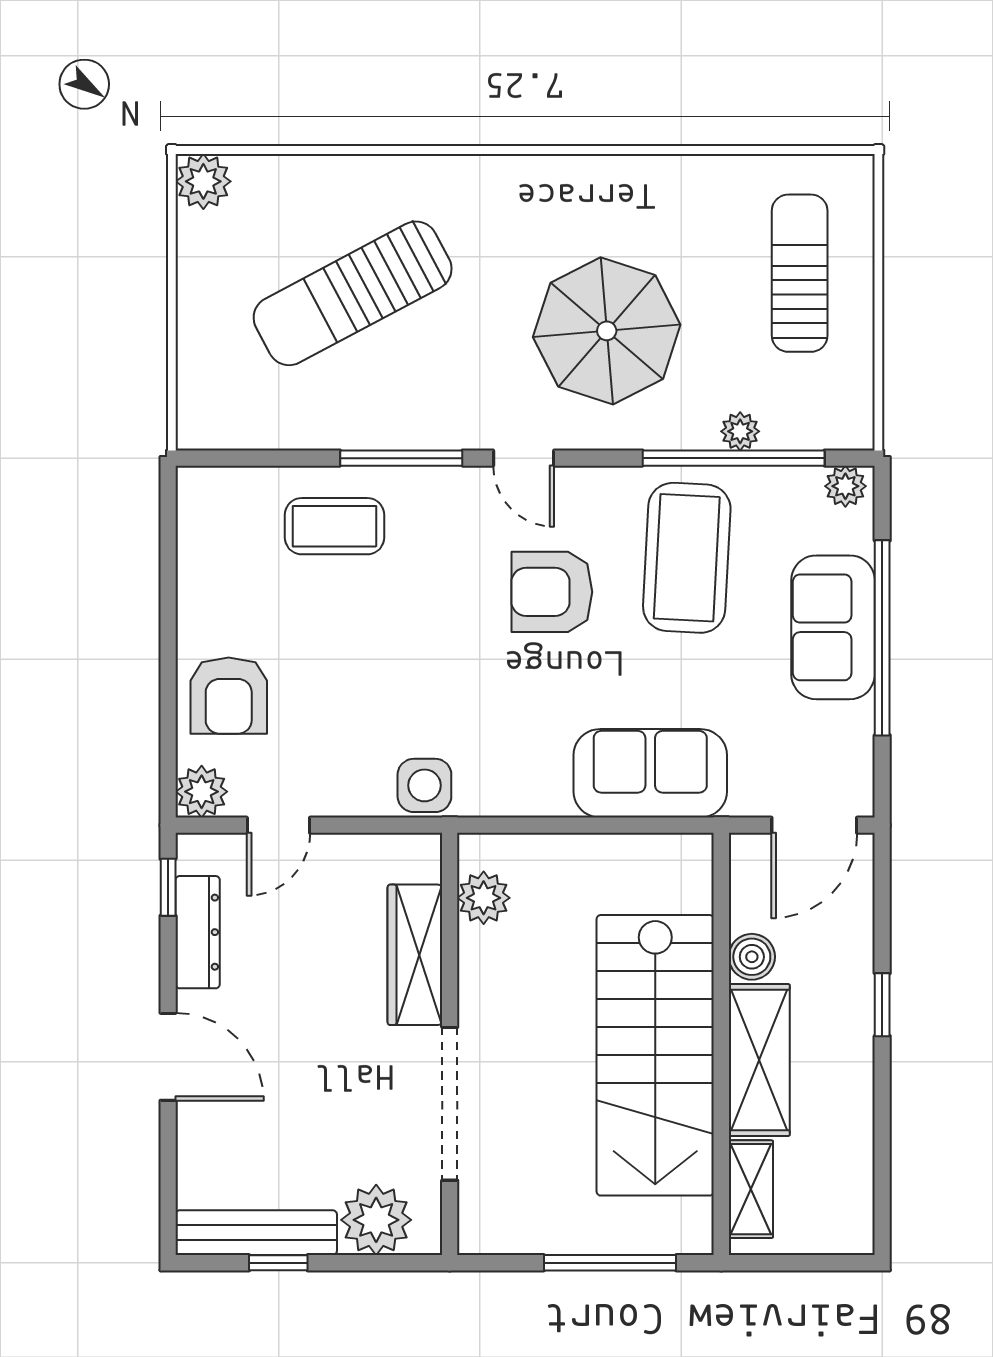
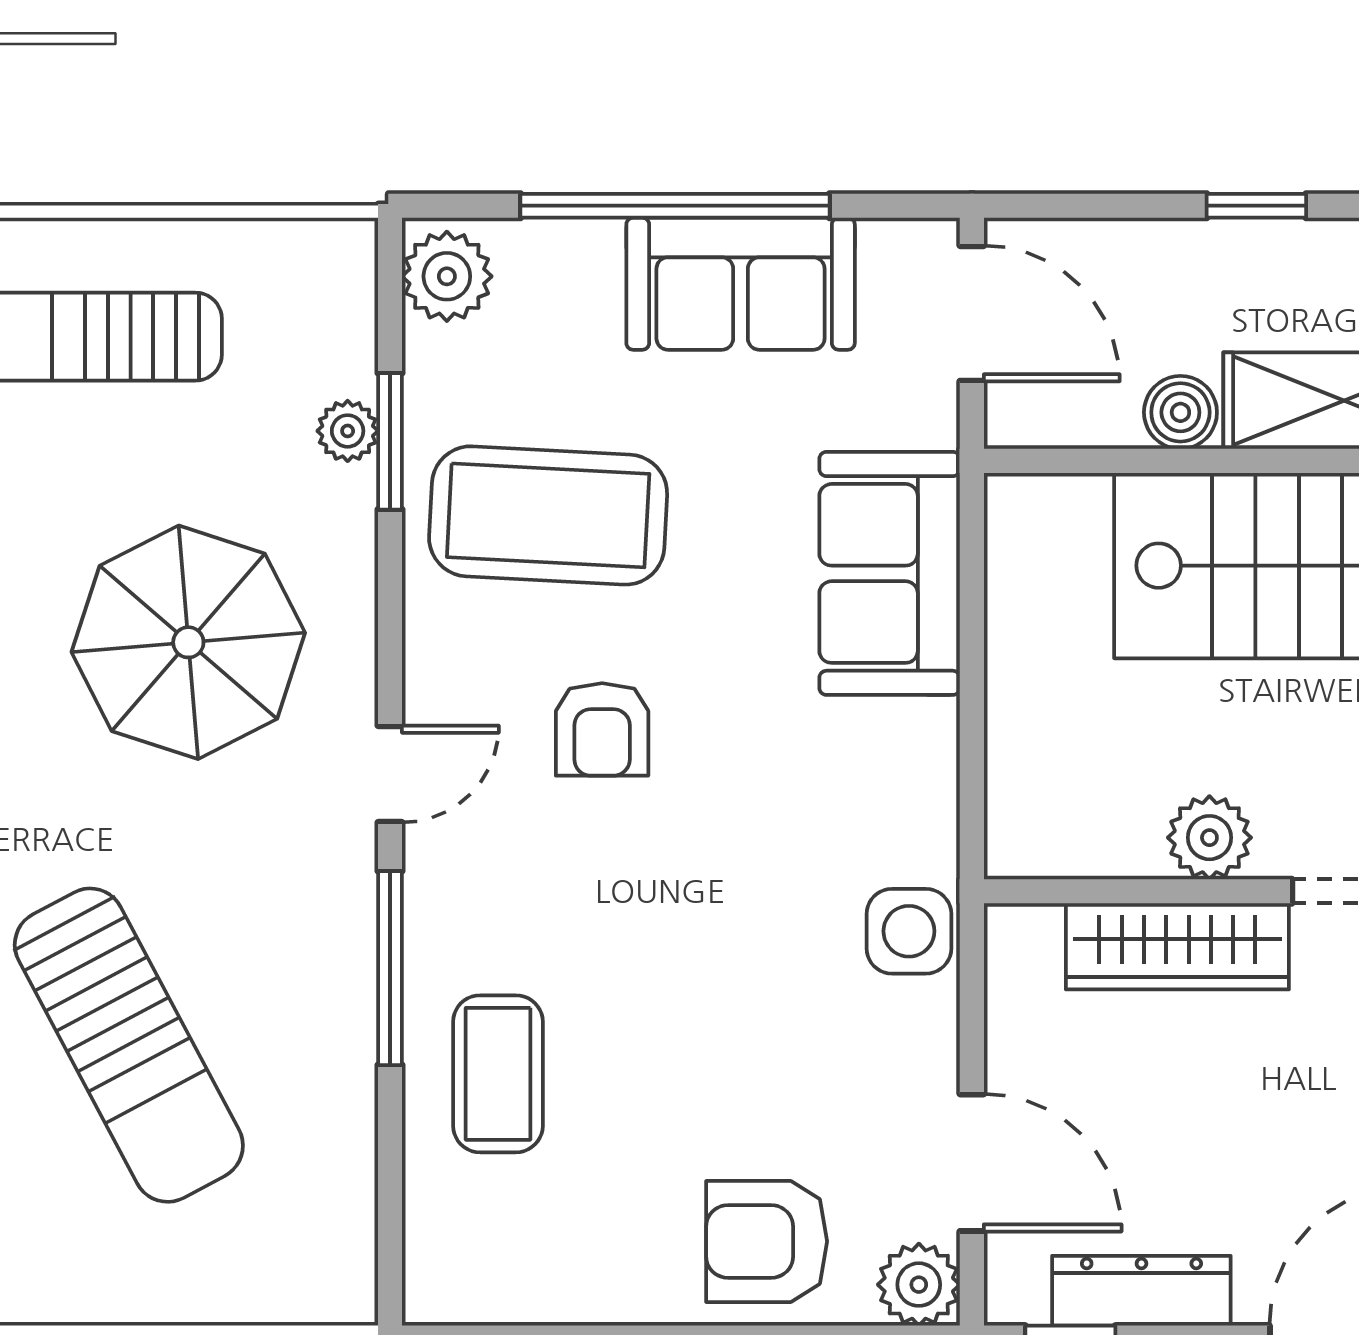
window: (734, 458) -> (390, 441), width x0.47
plant: (845, 486) -> (447, 276), width x1.38, depth x1.38
armchair: (552, 592) -> (602, 729), width x0.72, depth x0.72
sofa: (833, 627) -> (741, 284), moved
armchair: (229, 696) -> (767, 1241), turned 180
door: (278, 825) -> (972, 1163), width x1.38
plant: (484, 898) -> (1209, 838), moved

